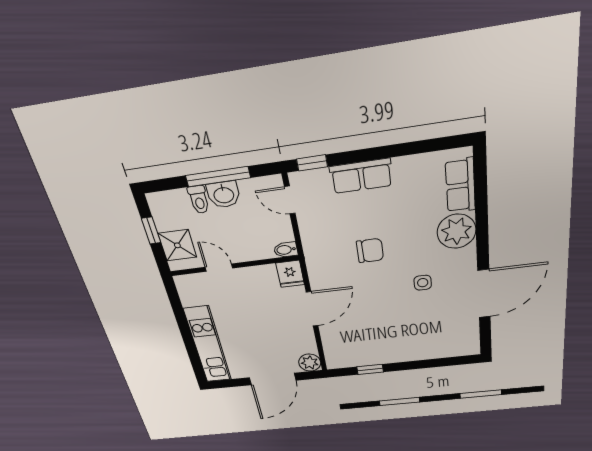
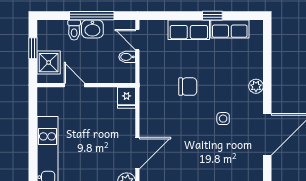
window: (312, 163) -> (212, 16), moved
row of seats: (460, 186) -> (230, 29), moved, turned -90
plant: (456, 231) -> (256, 86), width x0.53, depth x0.53
bidet: (286, 250) -> (127, 57), moved
door: (312, 309) -> (137, 153), moved

